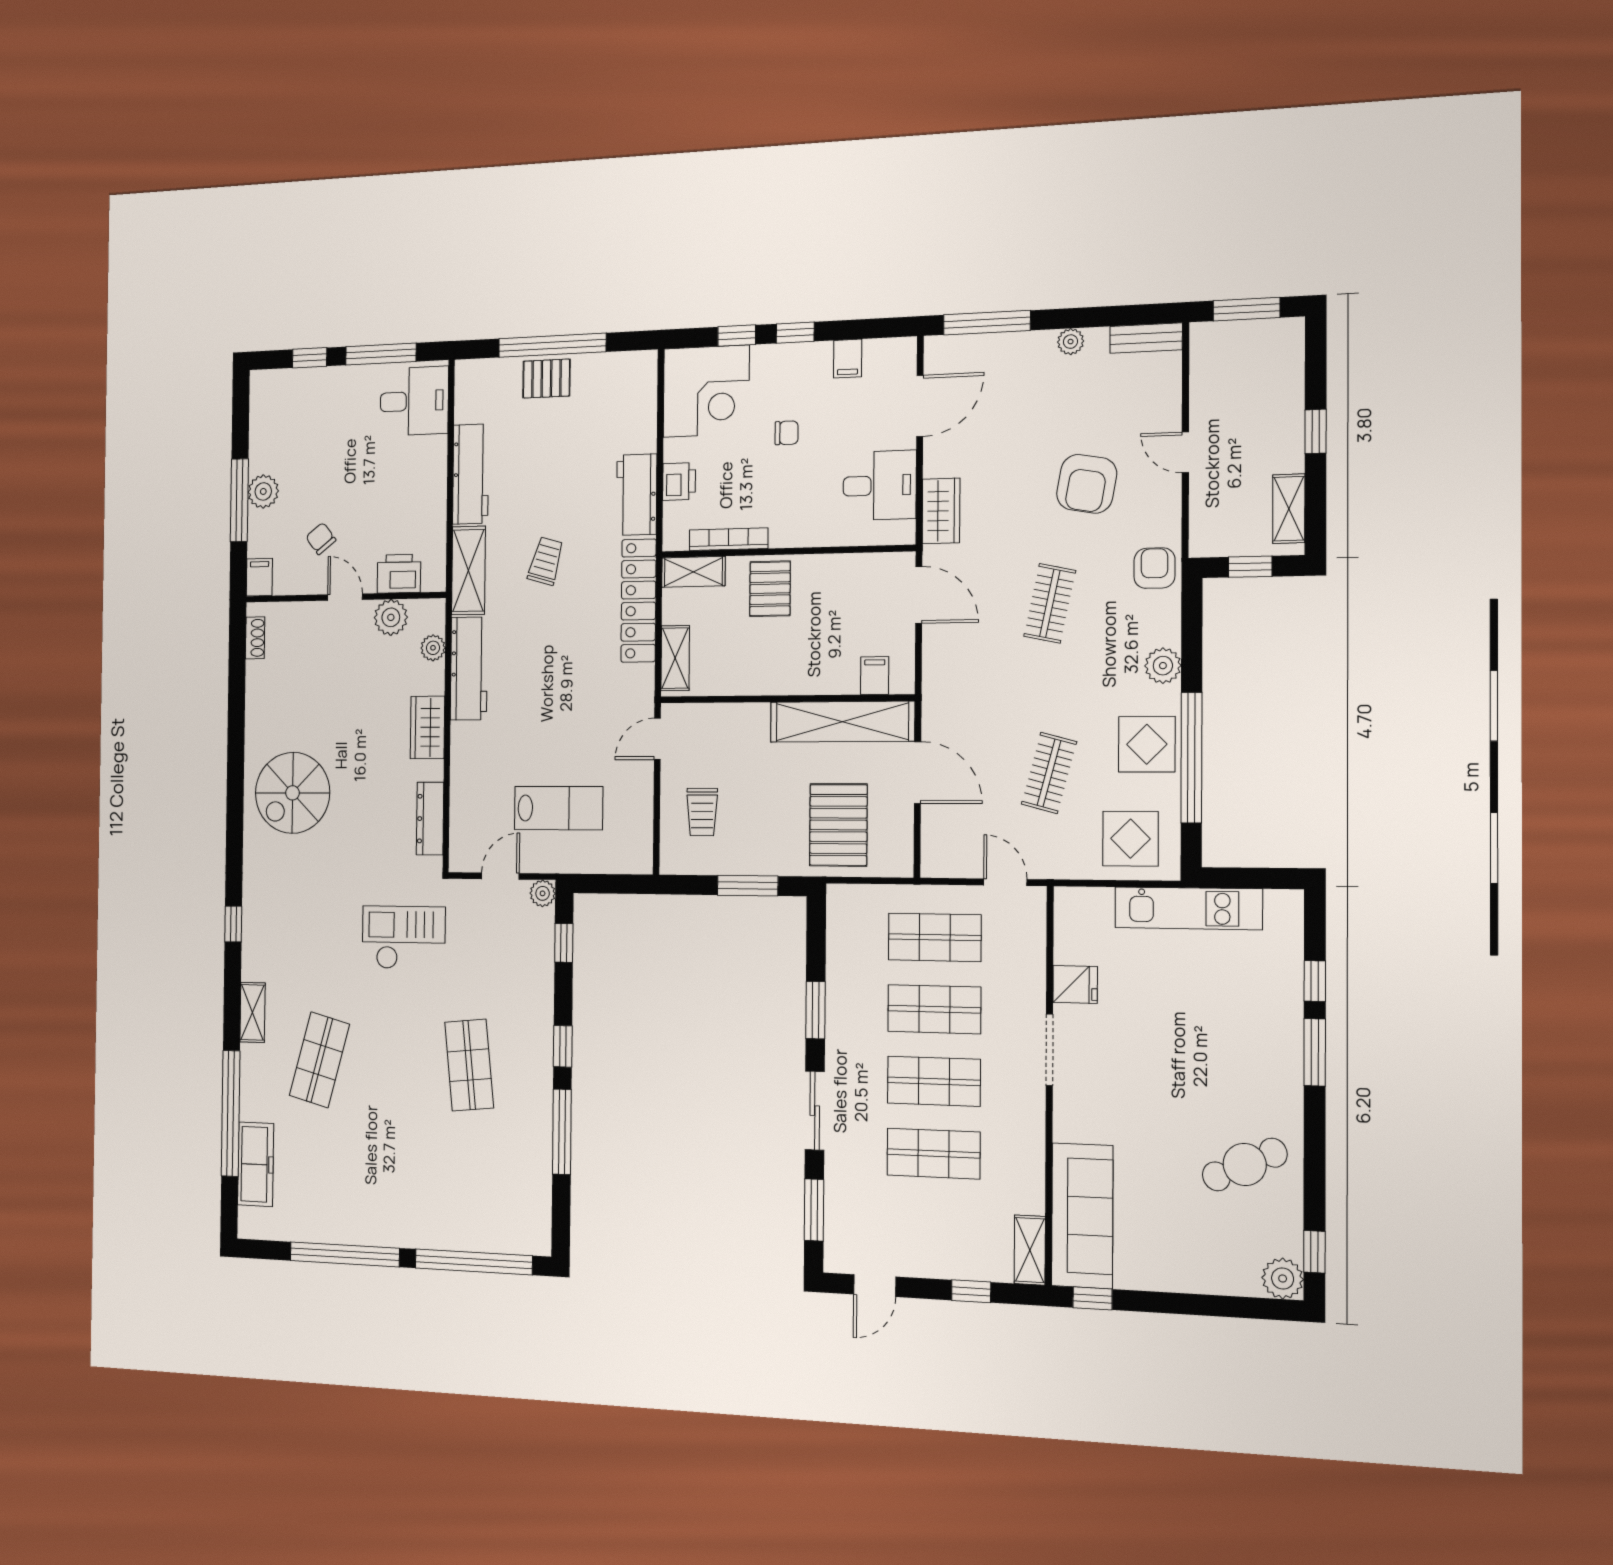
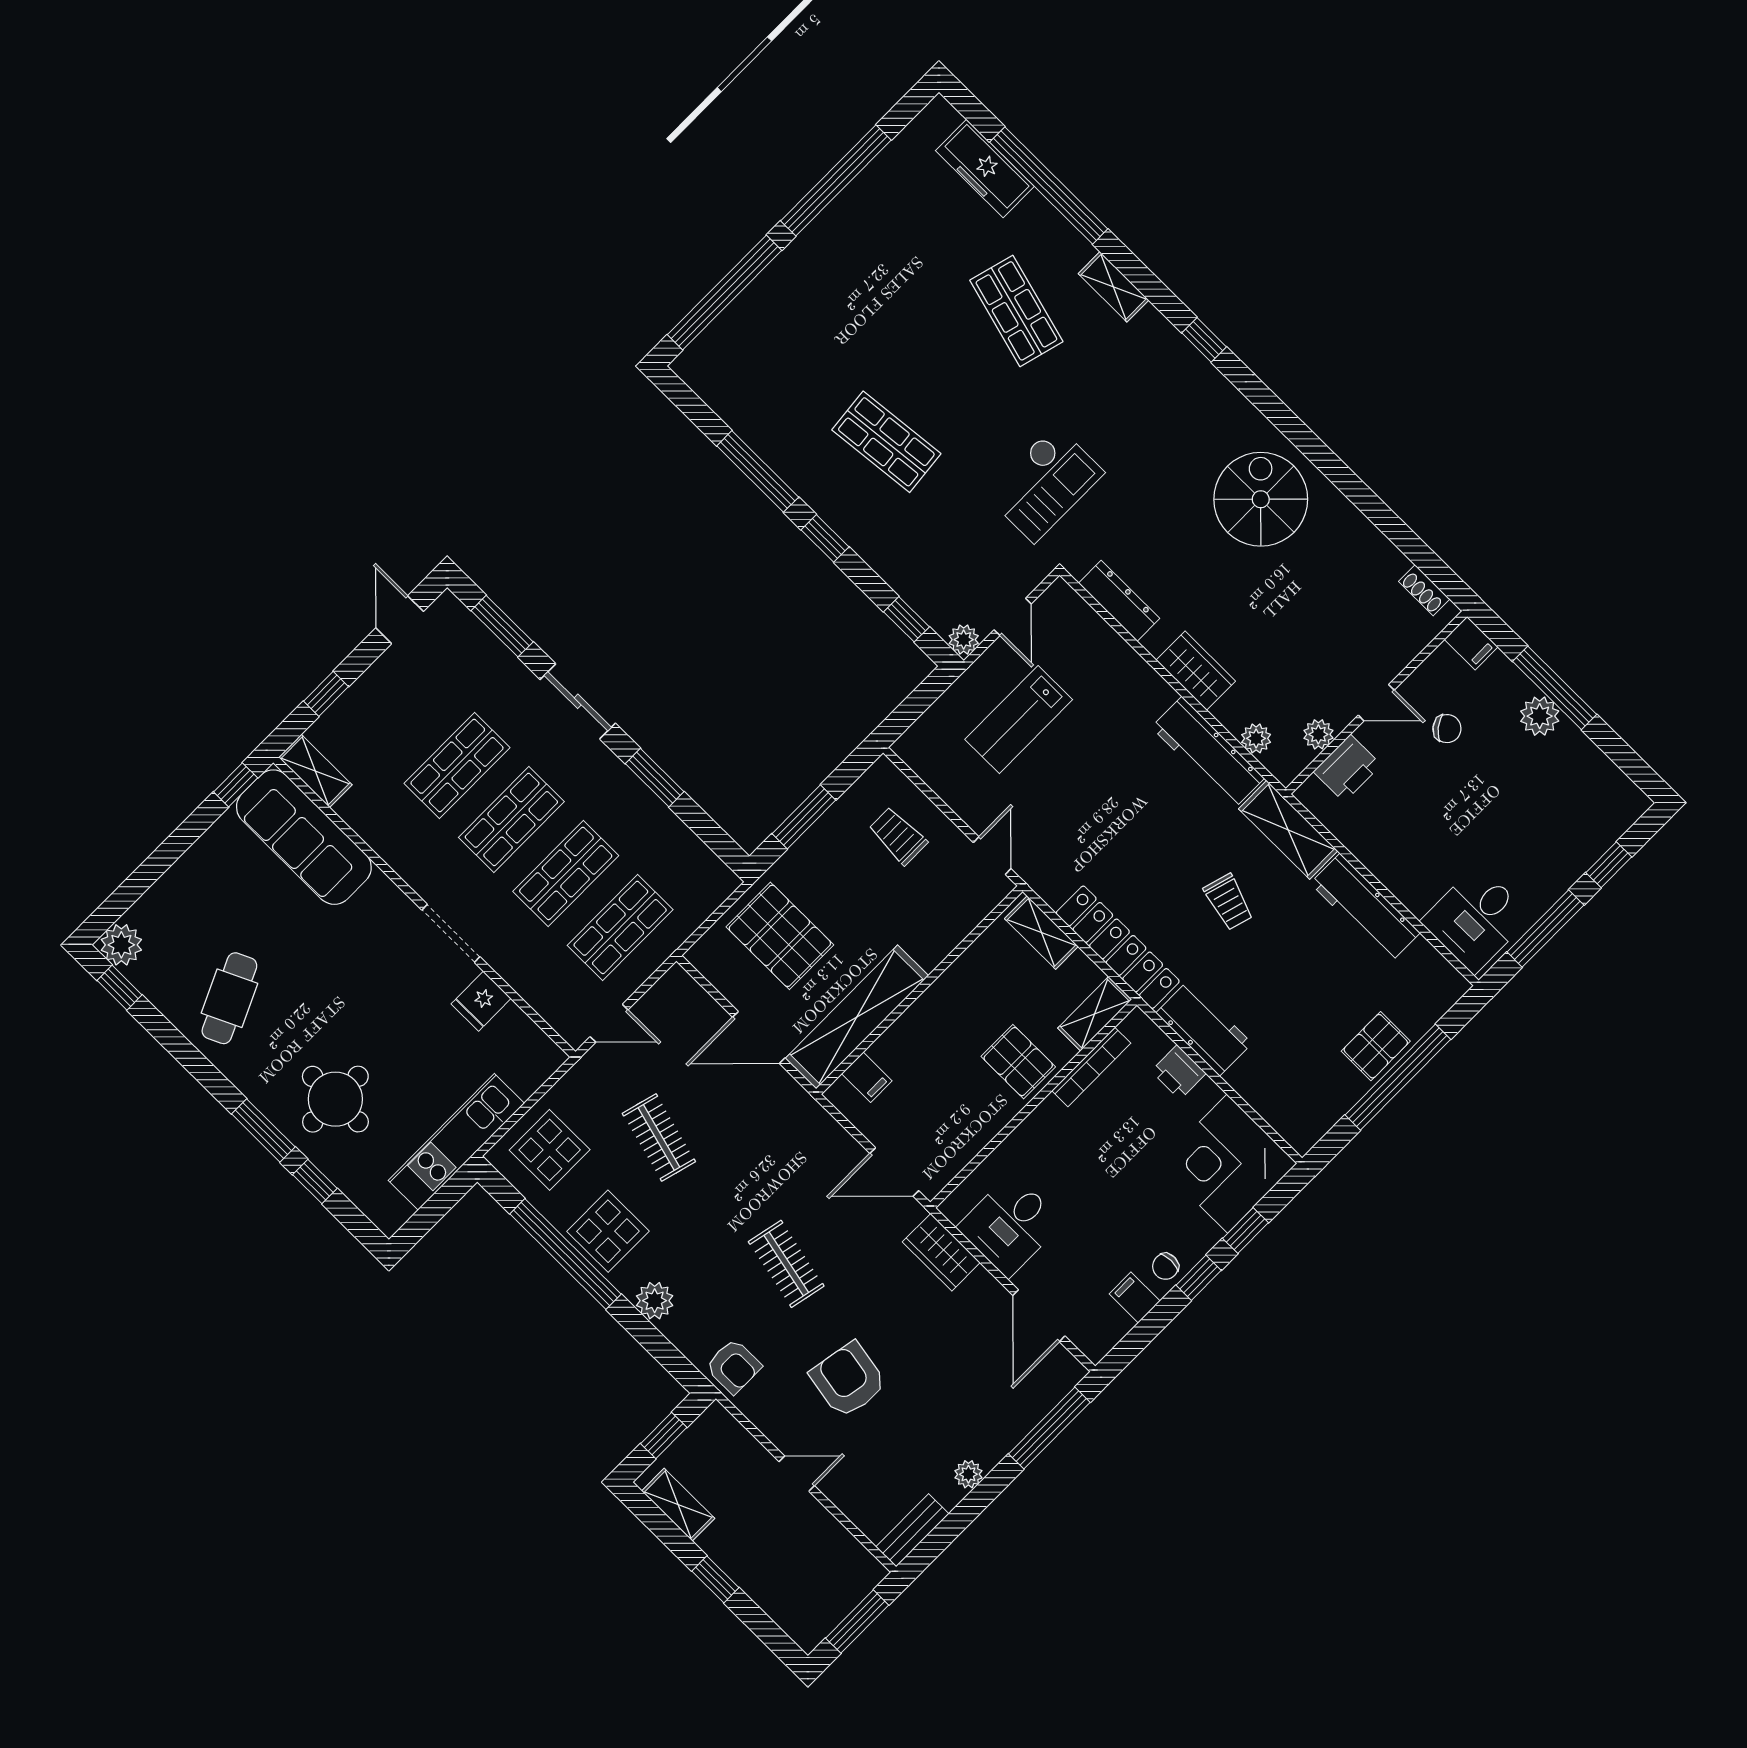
chair: (787, 433) -> (1165, 1266), moved
plant: (391, 617) -> (1318, 734), width x0.73, depth x0.73
round table: (1242, 1022) -> (335, 1099), added

